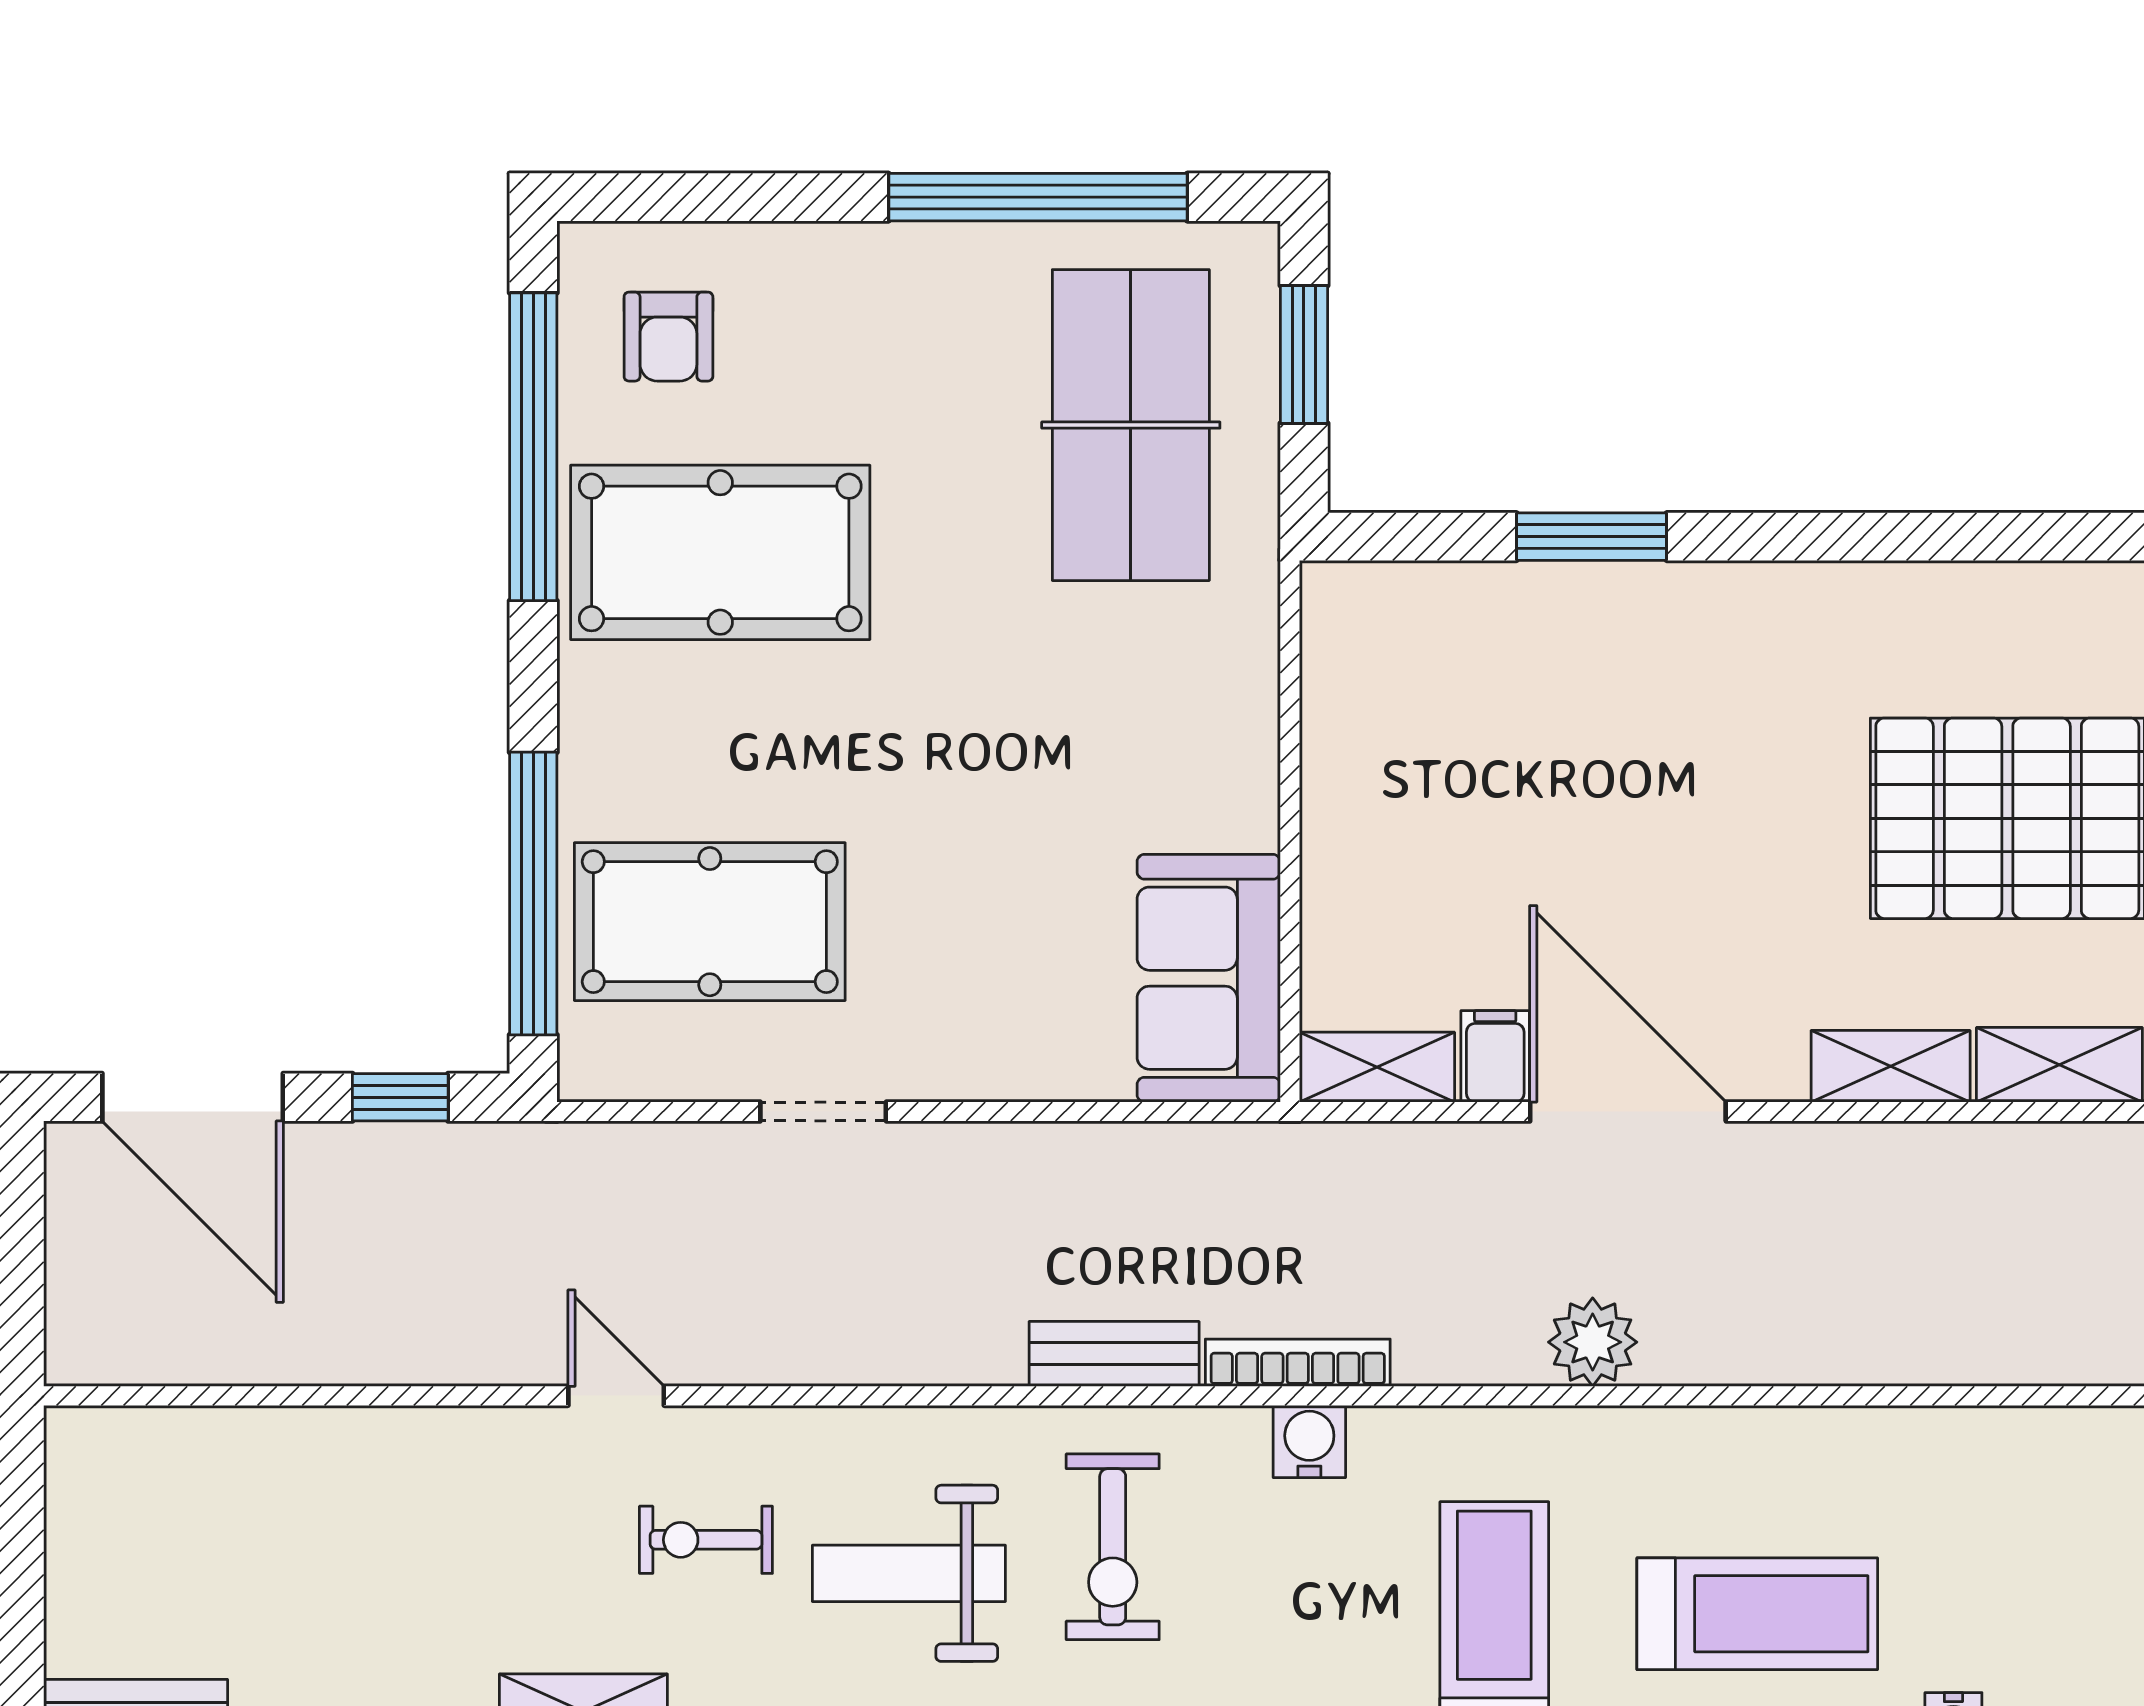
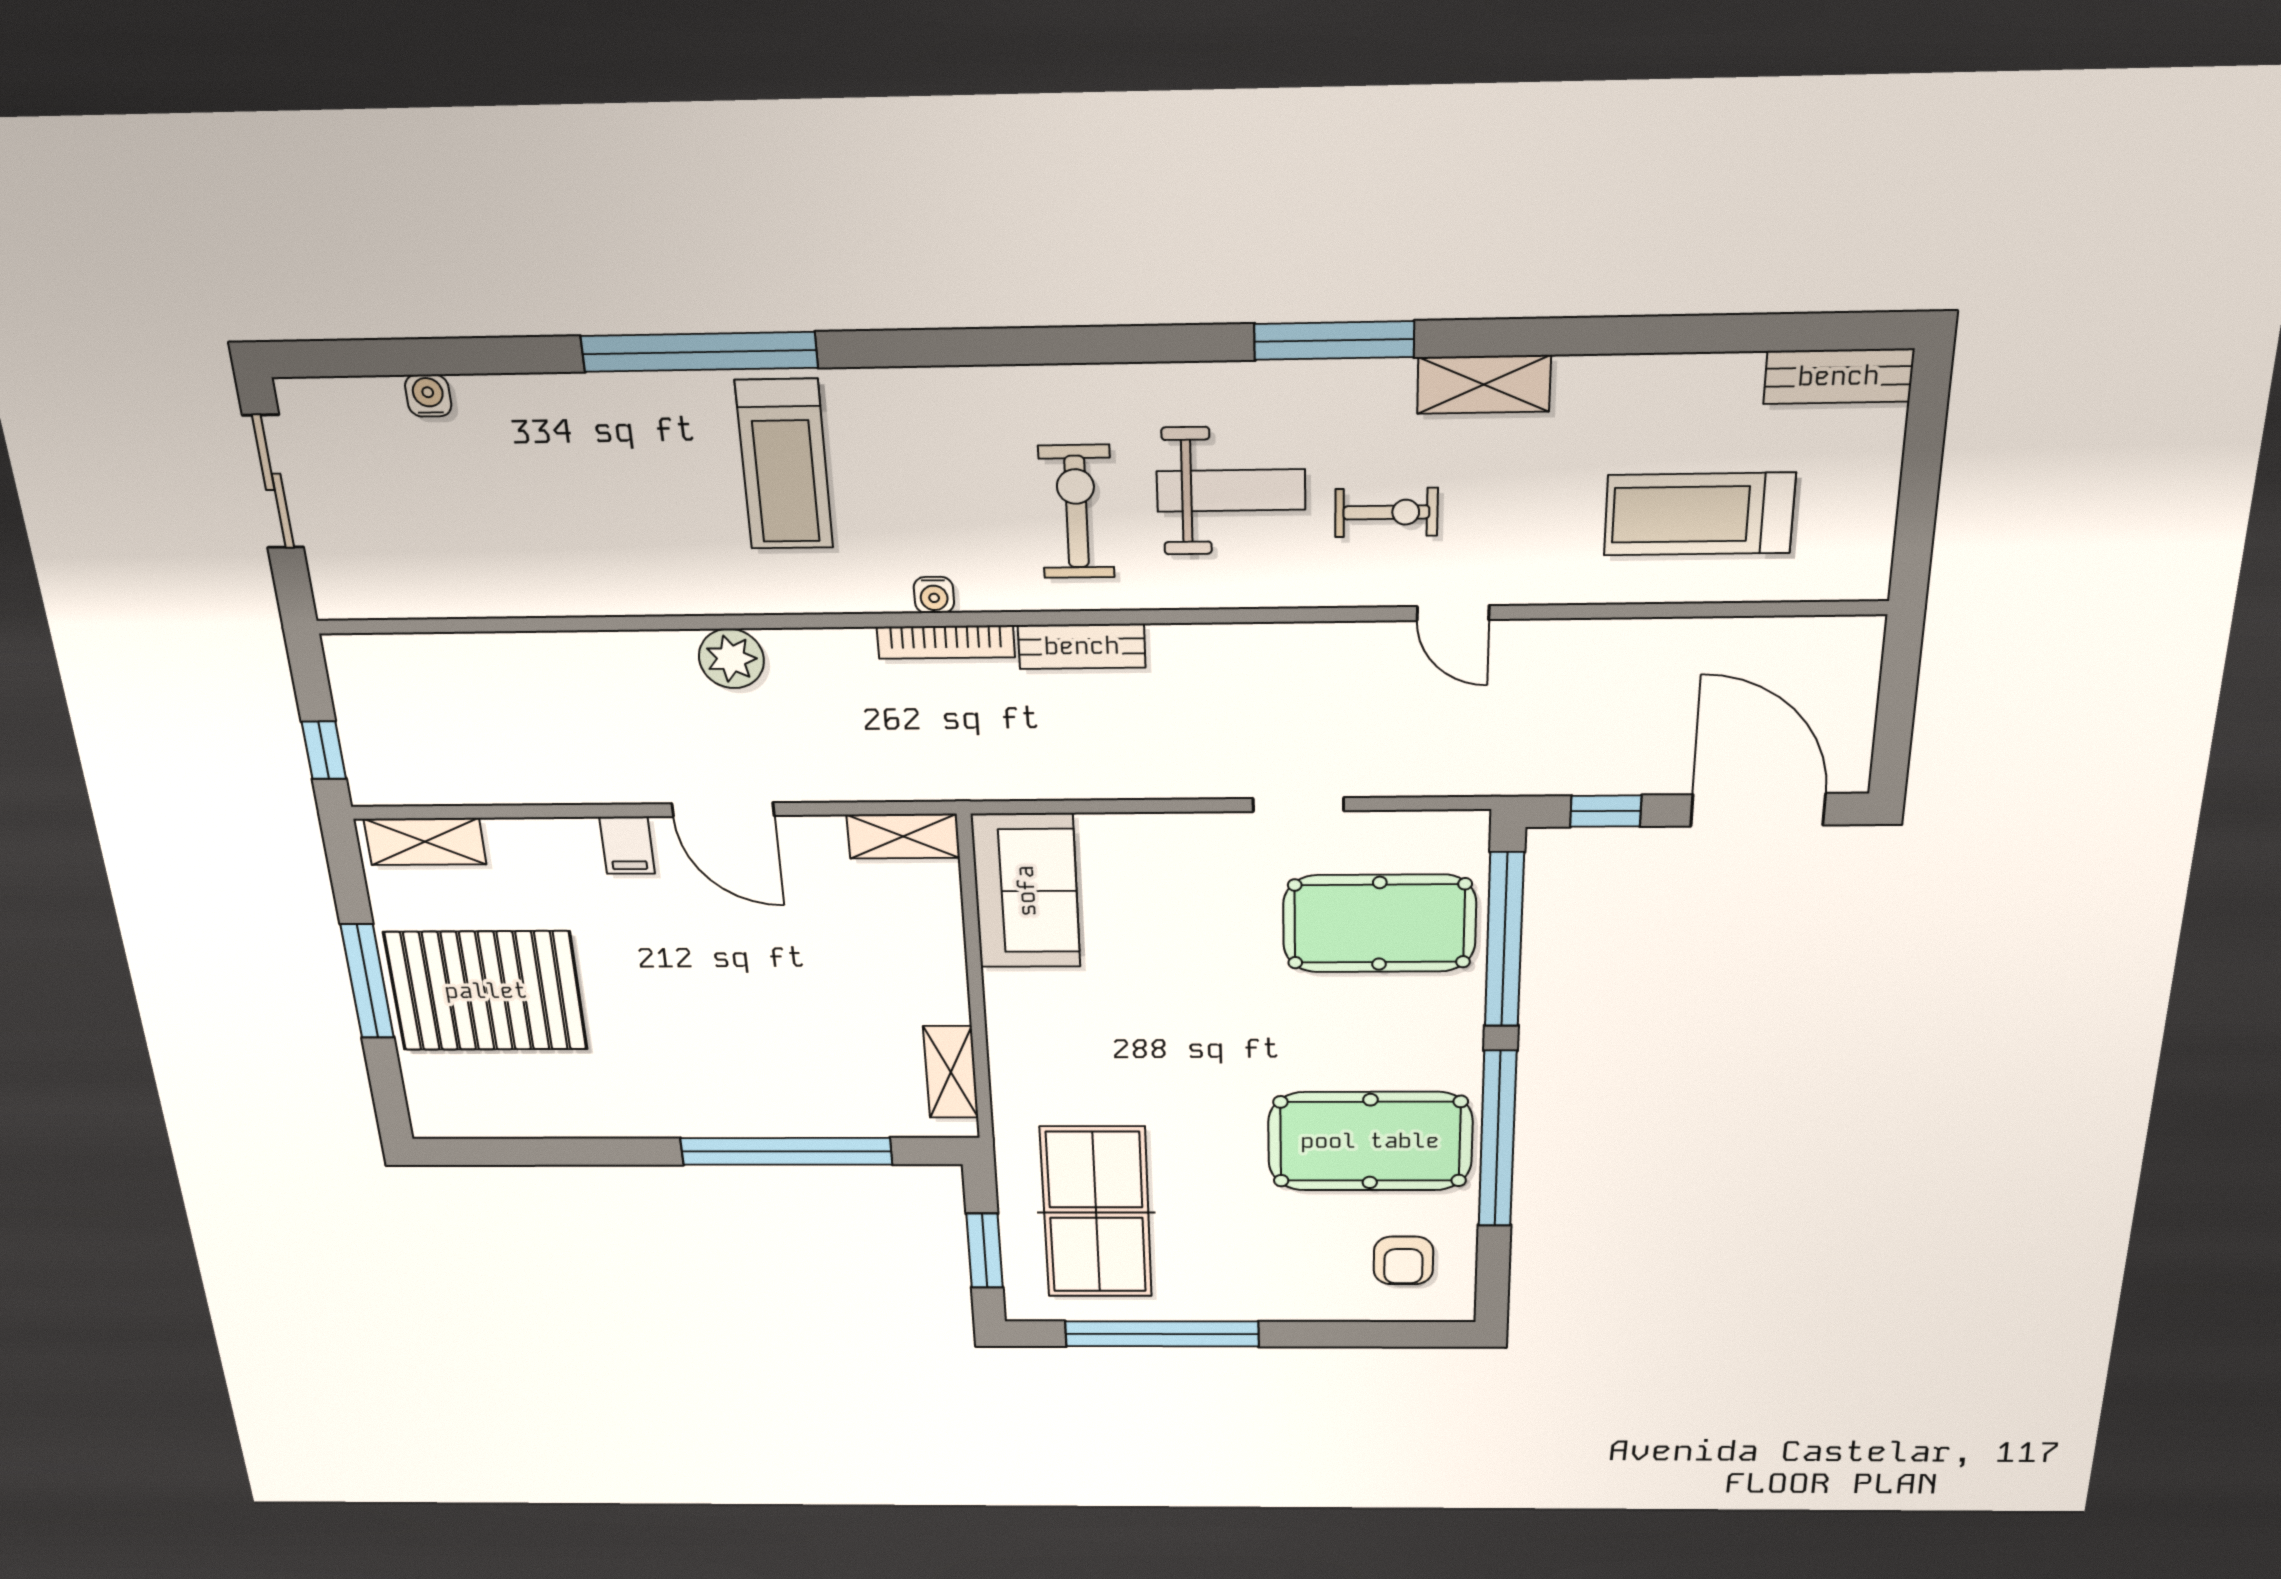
armchair: (668, 337) -> (1403, 1260), turned 180
window: (533, 447) -> (1497, 1139), moved
window: (1592, 537) -> (786, 1151), width x2.11
filing cabinet: (1495, 1056) -> (627, 845), moved
shelving: (1891, 1066) -> (951, 1072), moved, turned 90
door: (1628, 1112) -> (723, 810), width x0.73
water cooler: (1309, 1441) -> (934, 595), width x0.72, depth x0.72
treadmill: (1757, 1614) -> (1699, 514), moved

